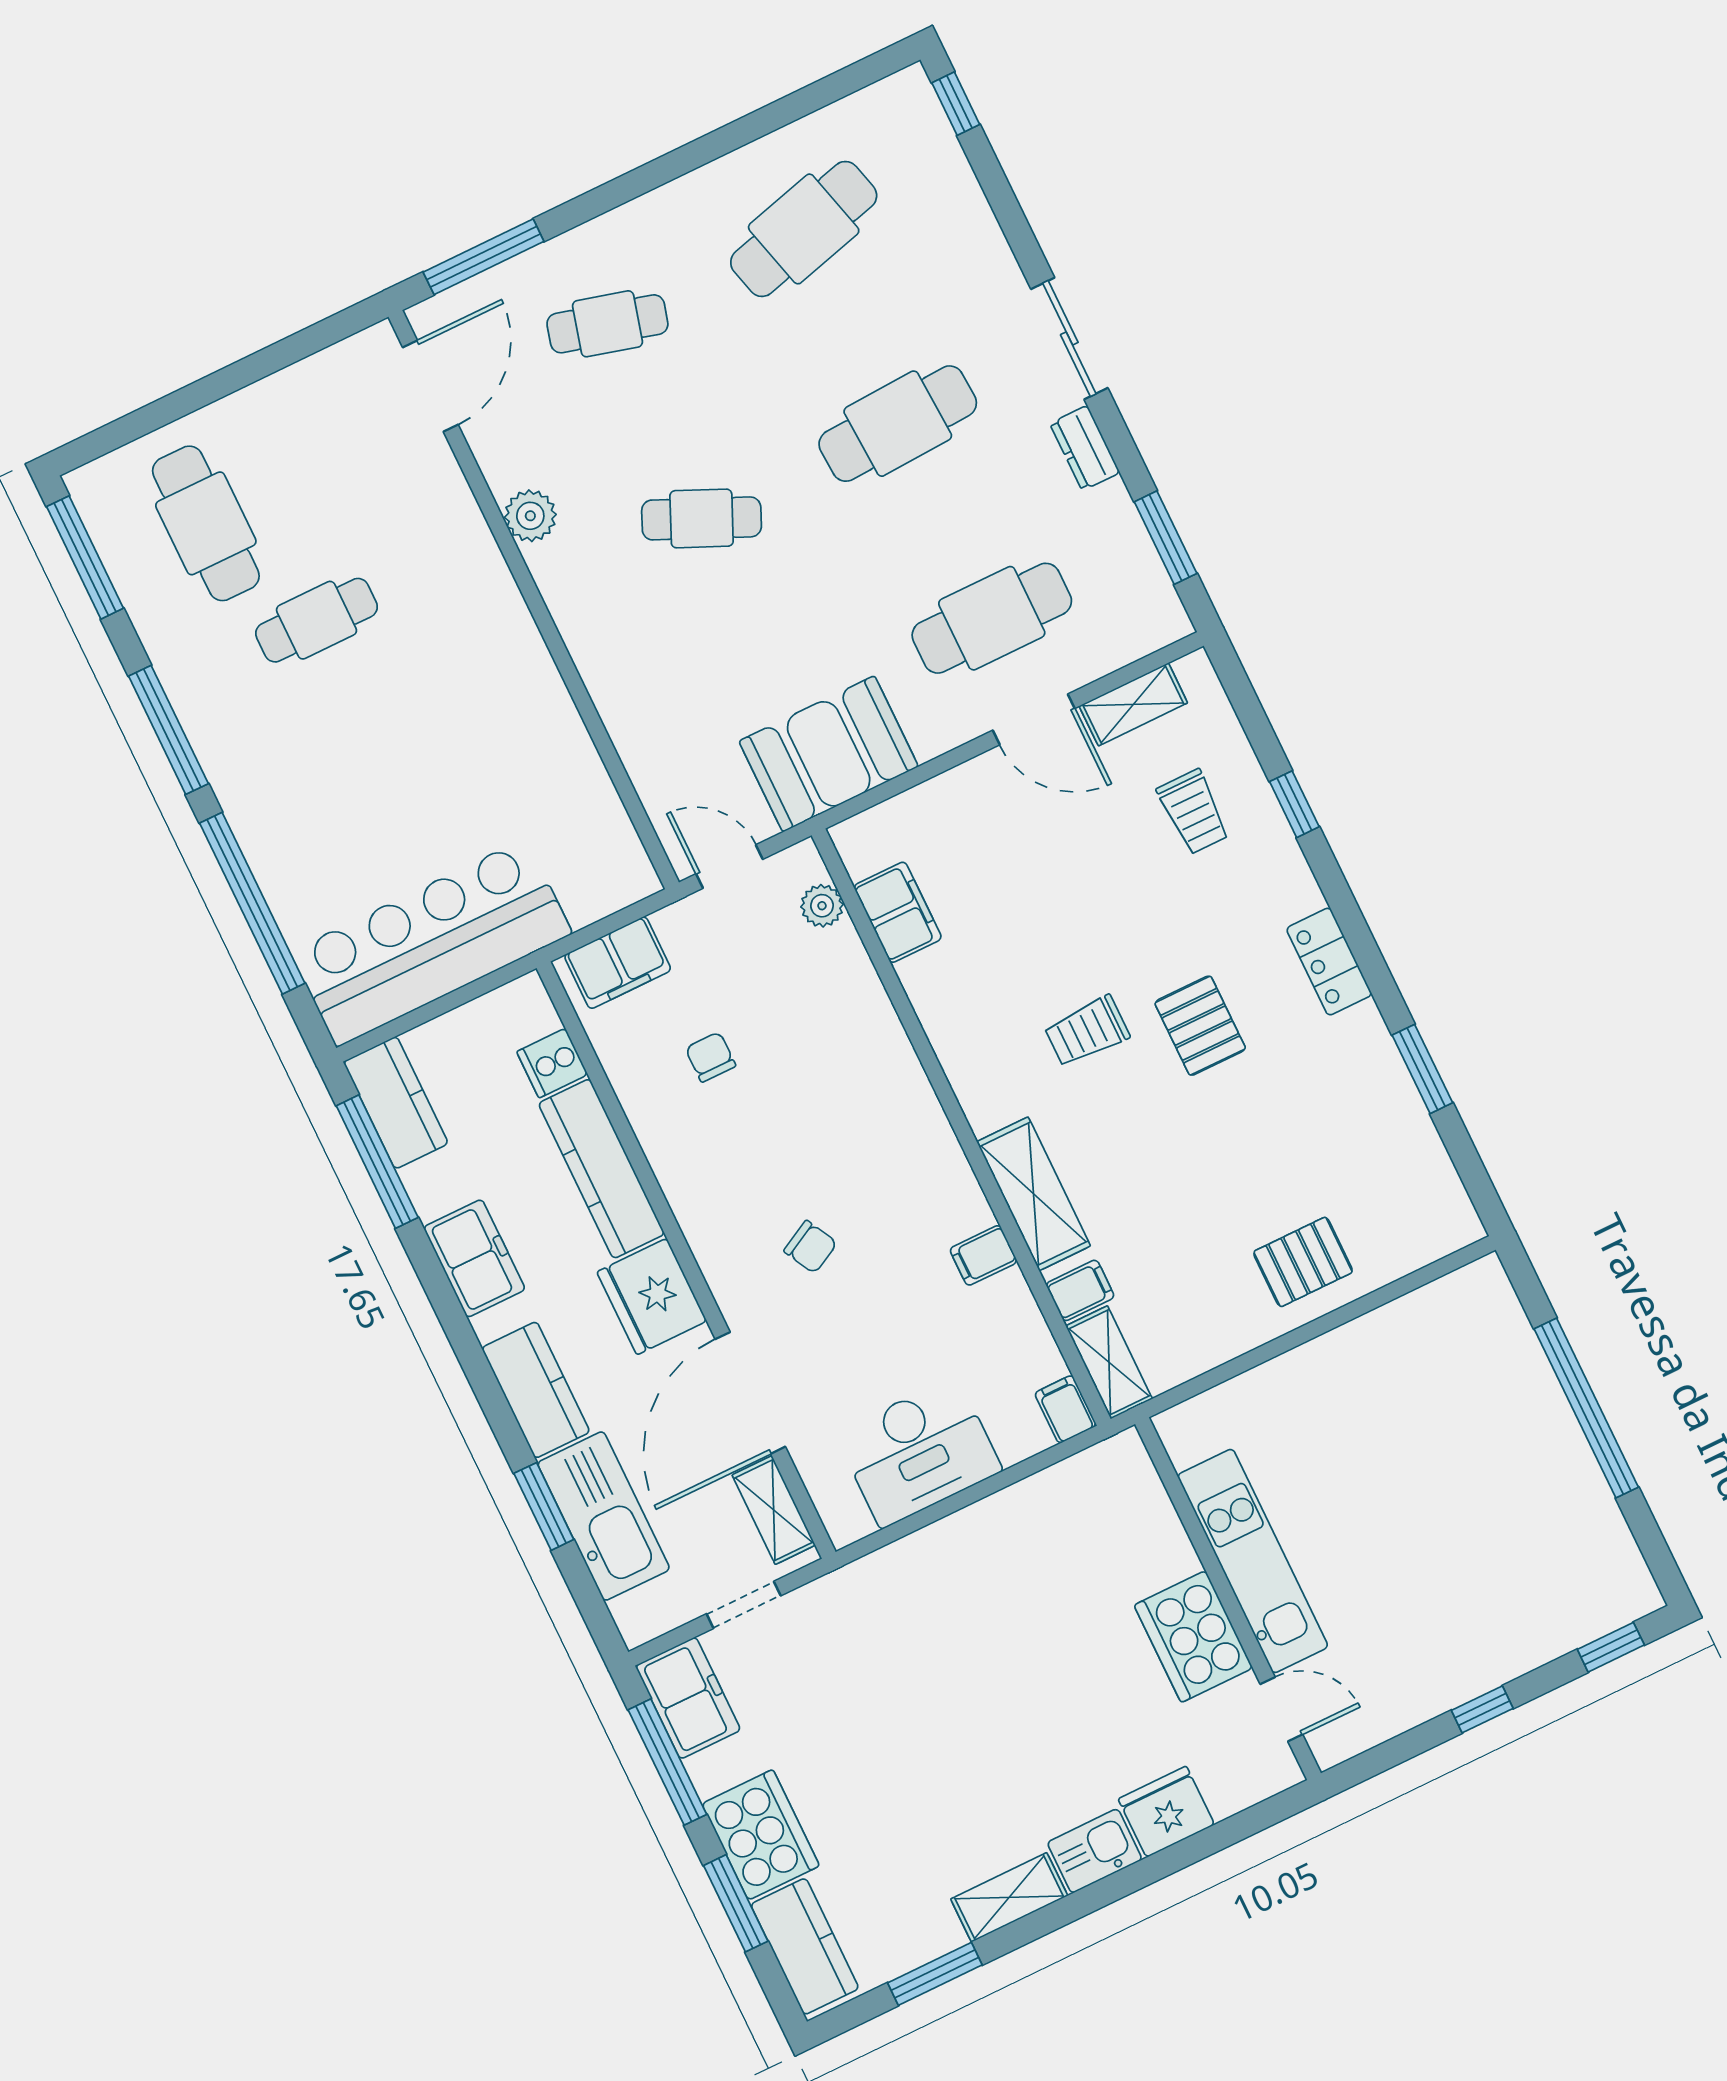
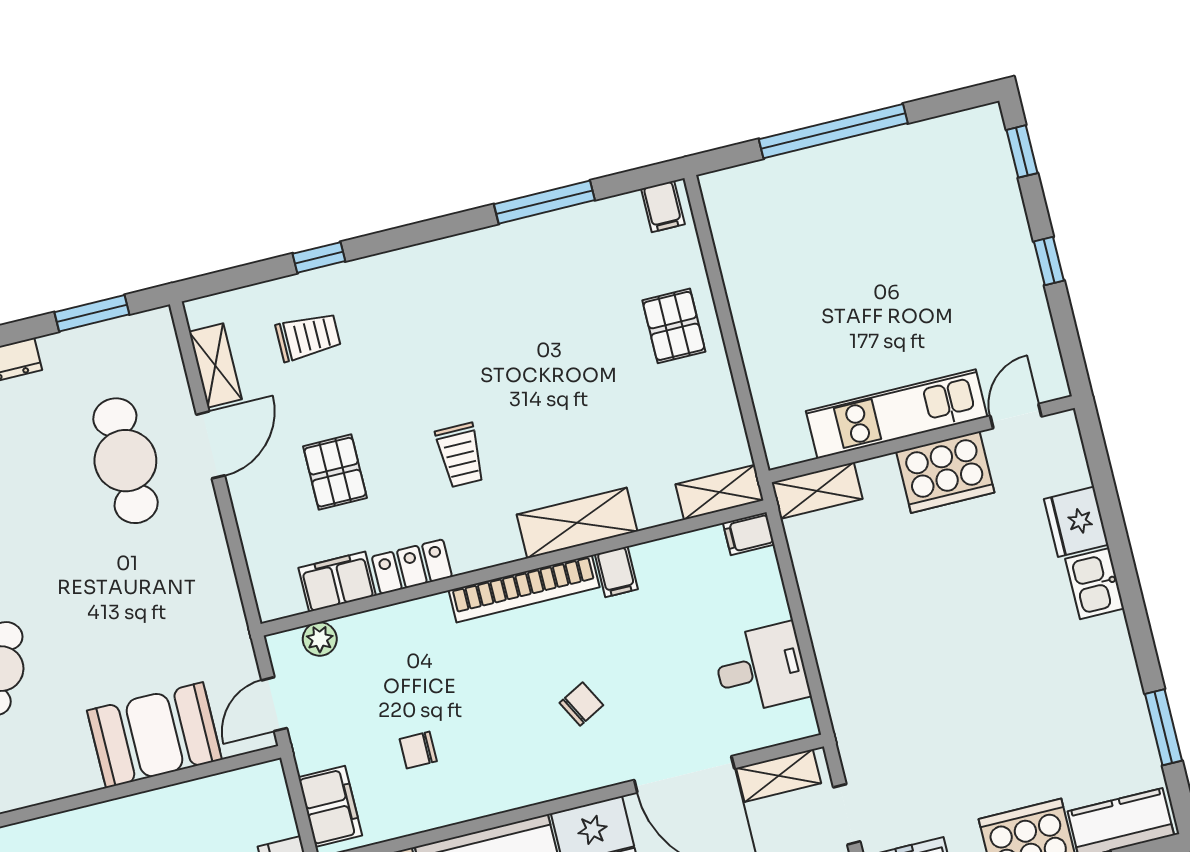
booth: (829, 754) -> (154, 735), moved, turned 90
locker: (1329, 962) -> (412, 567), moved, turned 180
pallet: (1200, 1026) -> (335, 472), moved, turned 90
window: (1422, 1069) -> (544, 202), width x1.44
bookcase: (938, 1146) -> (524, 589), added
filing cabinet: (1080, 1290) -> (663, 206), moved, turned 180
desk: (919, 1452) -> (761, 668), width x0.73
shelving: (1009, 1897) -> (817, 491), moved, turned 90

